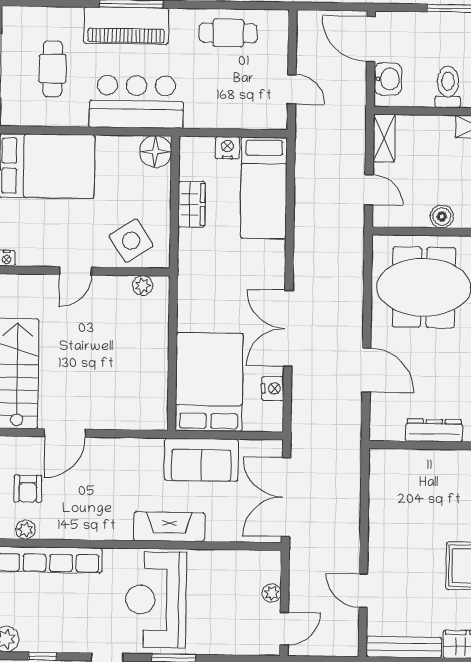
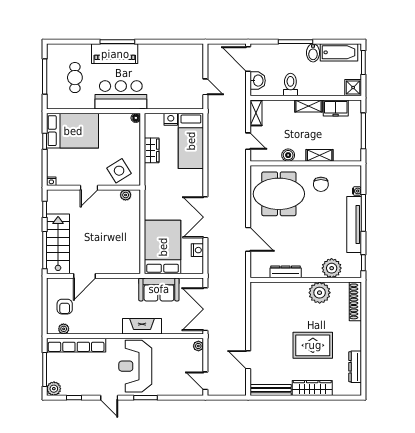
cafe table: (228, 33) -> (170, 57), removed
floor lamp: (156, 152) -> (136, 118), width x0.53, depth x0.53
plant: (272, 593) -> (198, 346), moved
door: (284, 628) -> (205, 381), swing flipped

